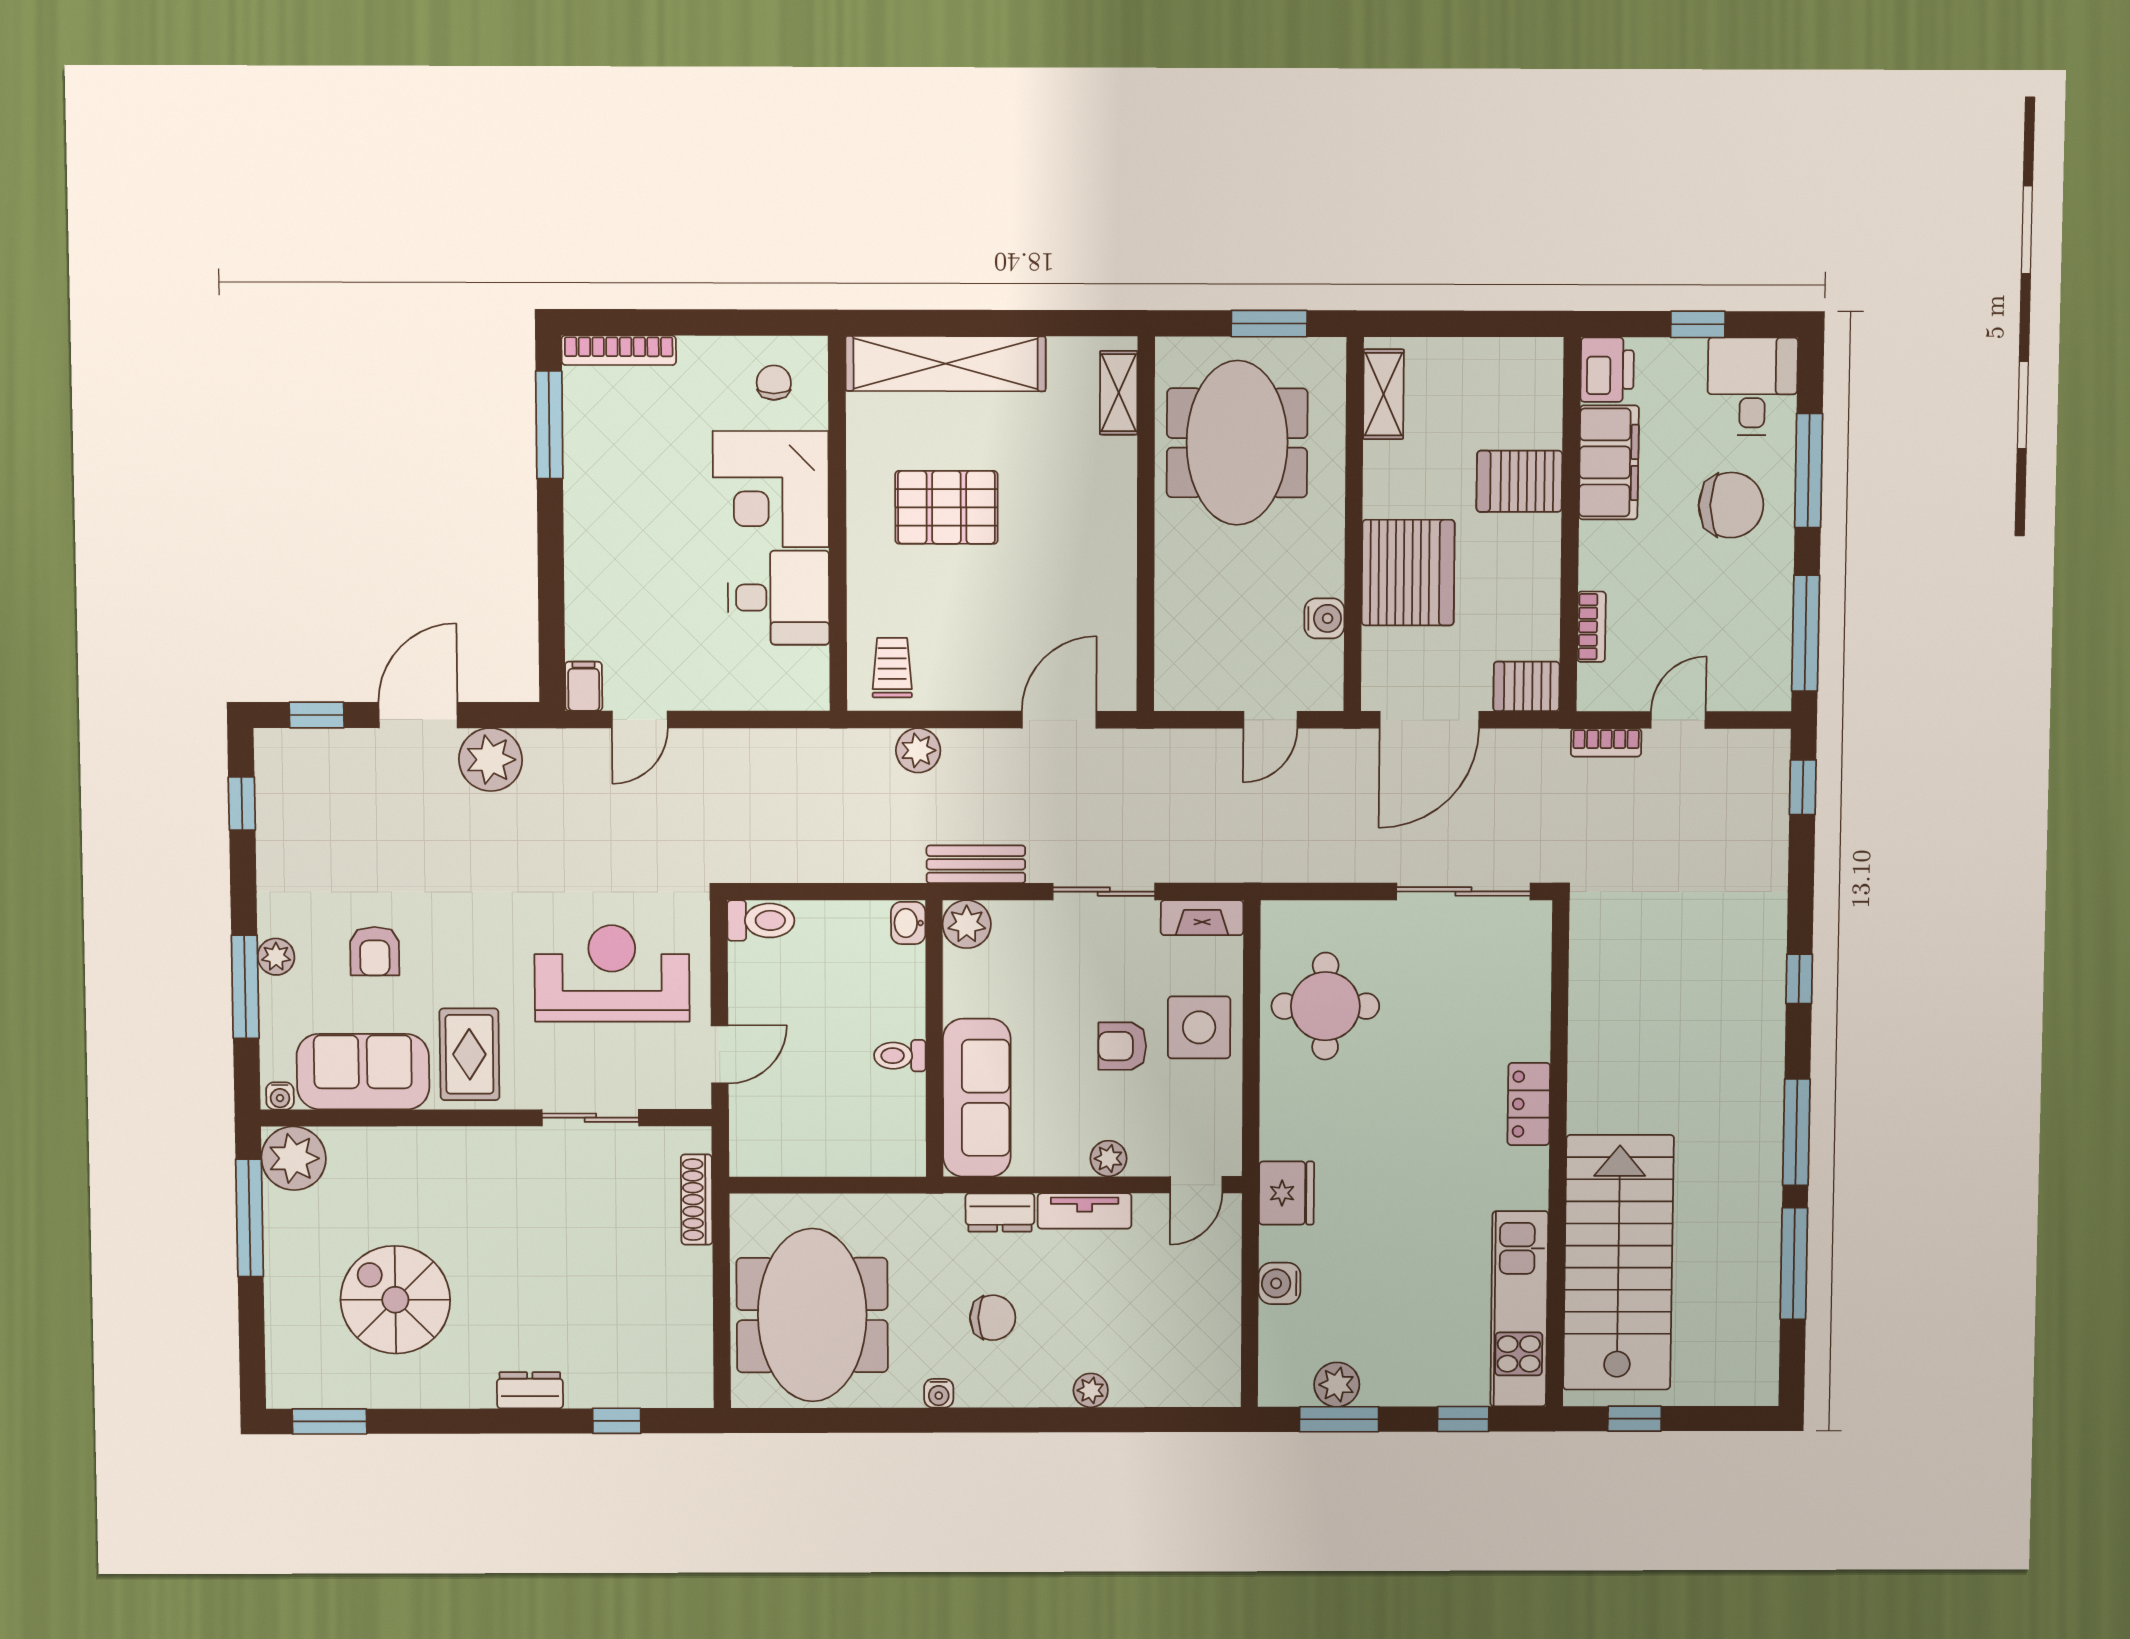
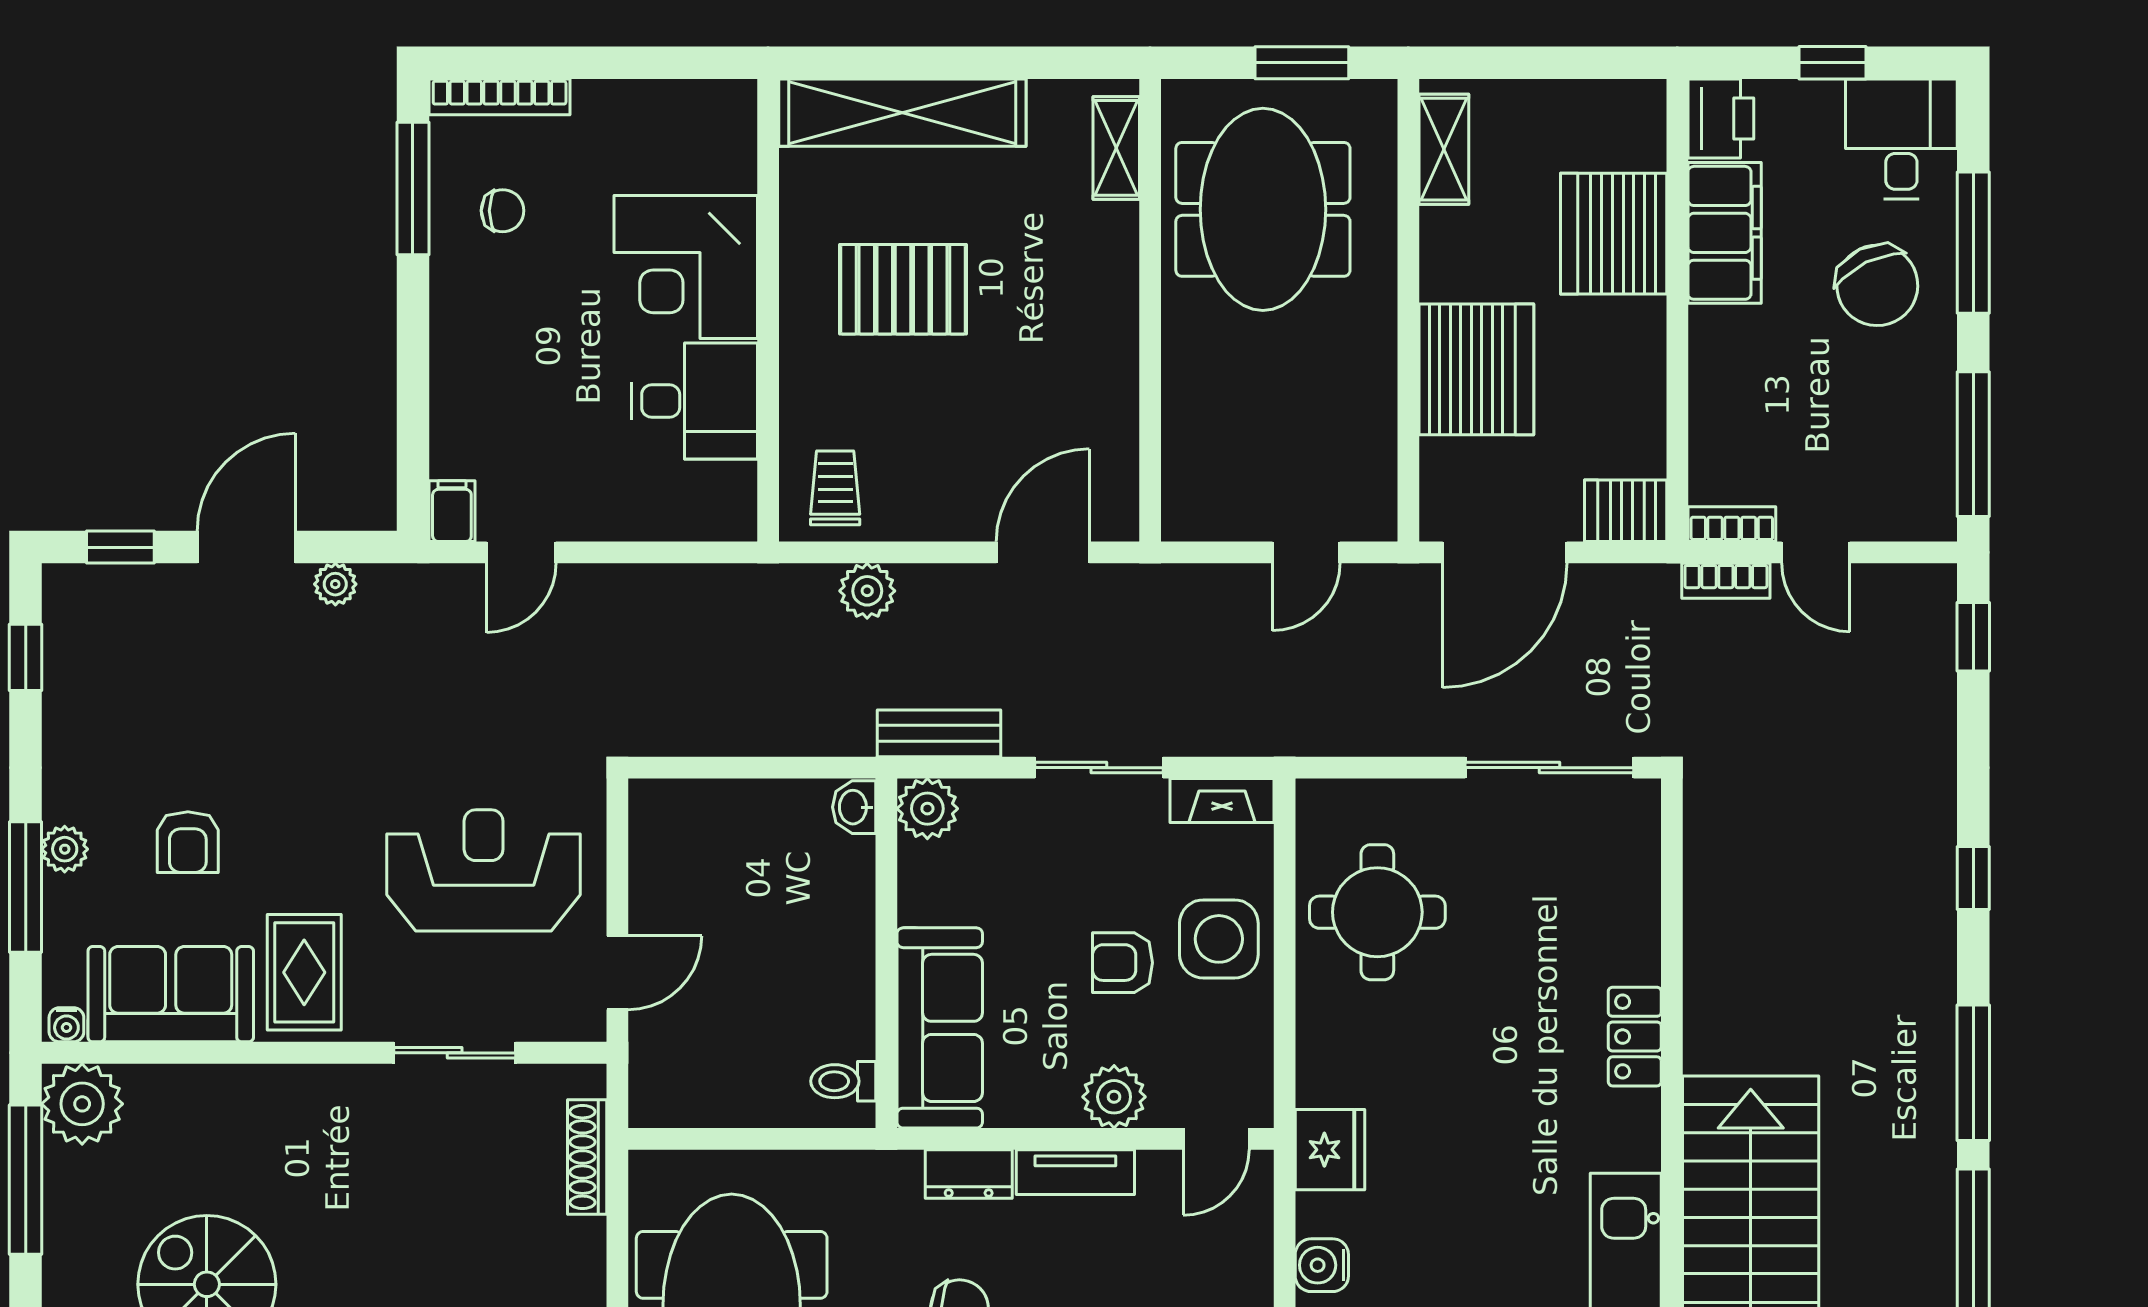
chair: (774, 383) -> (503, 211), moved, turned 90
server rack: (1519, 481) -> (1614, 234), width x1.60
chair: (1731, 505) -> (1877, 285), turned 64
water cooler: (1324, 618) -> (1373, 426), removed
bookcase: (1591, 627) -> (1732, 524), moved, turned -90
door: (1678, 720) -> (1816, 552), swing flipped
plant: (491, 760) -> (335, 584), width x0.53, depth x0.53
toilet: (761, 920) -> (670, 804), removed
toilet: (900, 1056) -> (843, 1081), moved
plant: (1109, 1158) -> (1114, 1097), width x1.38, depth x1.38

